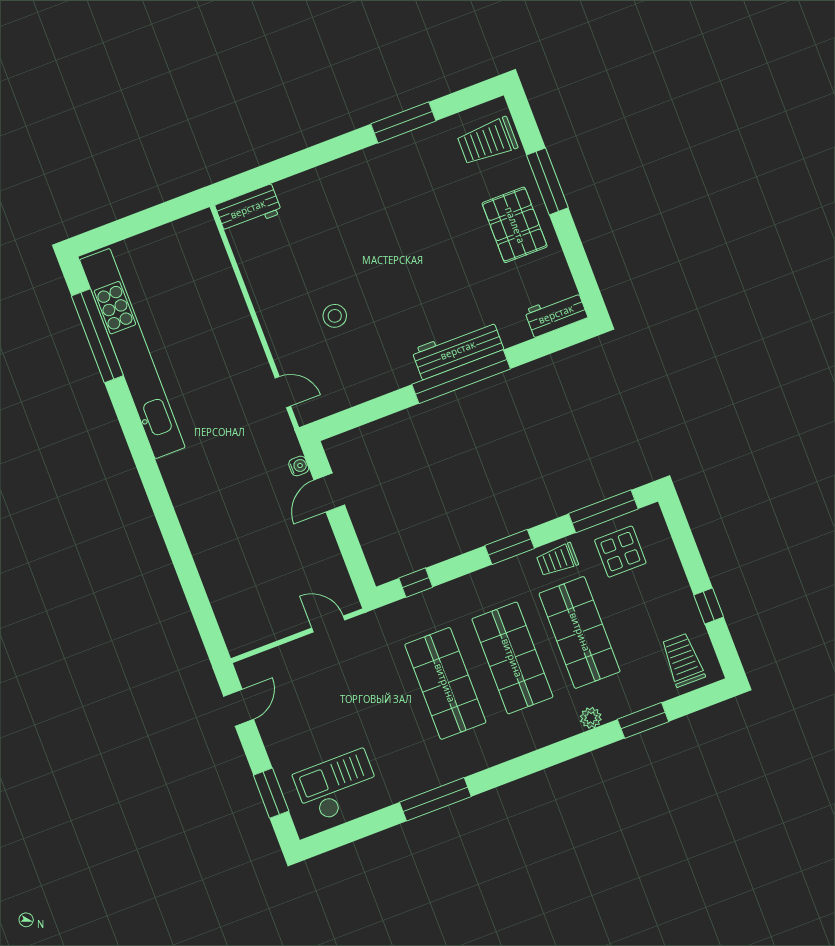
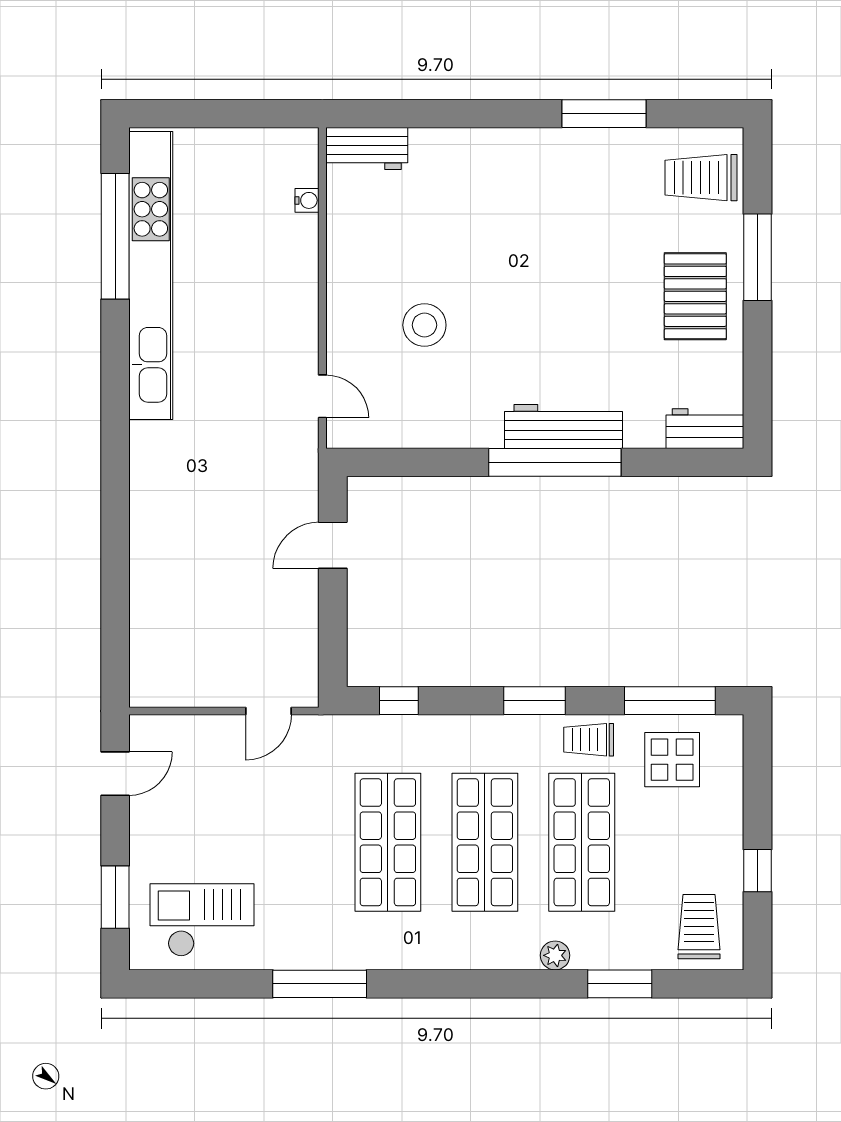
stool: (335, 316) -> (424, 325), width x1.38, depth x1.38
water cooler: (299, 466) -> (307, 200), moved
door: (328, 624) -> (269, 711), swing flipped

